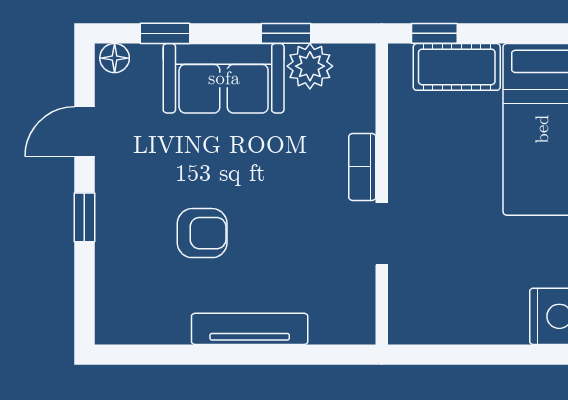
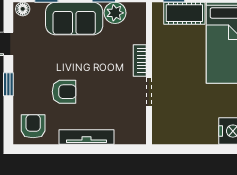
armchair: (137, 306) -> (33, 126), added

